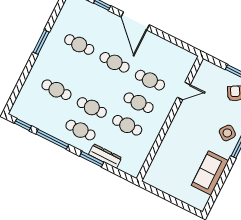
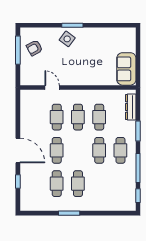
door: (135, 21) -> (18, 150), hinge flipped
cafe table: (56, 90) -> (78, 184), moved
dresser: (105, 156) -> (131, 107), moved
sofa: (210, 173) -> (126, 69), moved, turned 90

